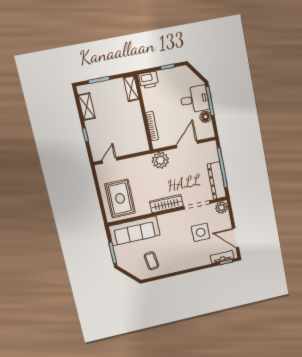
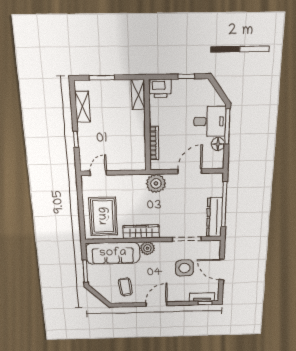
wardrobe: (167, 204) -> (141, 232), moved
plant: (222, 208) -> (147, 248), moved
door: (236, 238) -> (222, 270), moved
door: (183, 272) -> (156, 304), added

